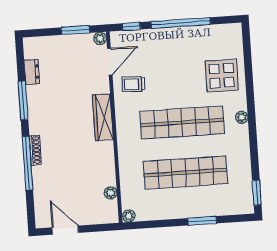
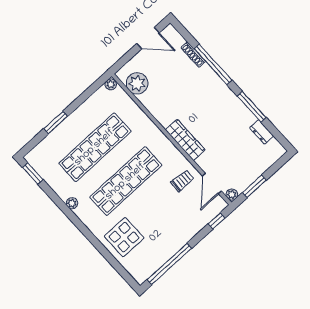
window: (181, 23) -> (169, 264), moved
plant: (242, 117) -> (72, 203), moved
shoe rack: (35, 150) -> (193, 55), moved
plant: (111, 193) -> (137, 83), width x1.88, depth x1.88

